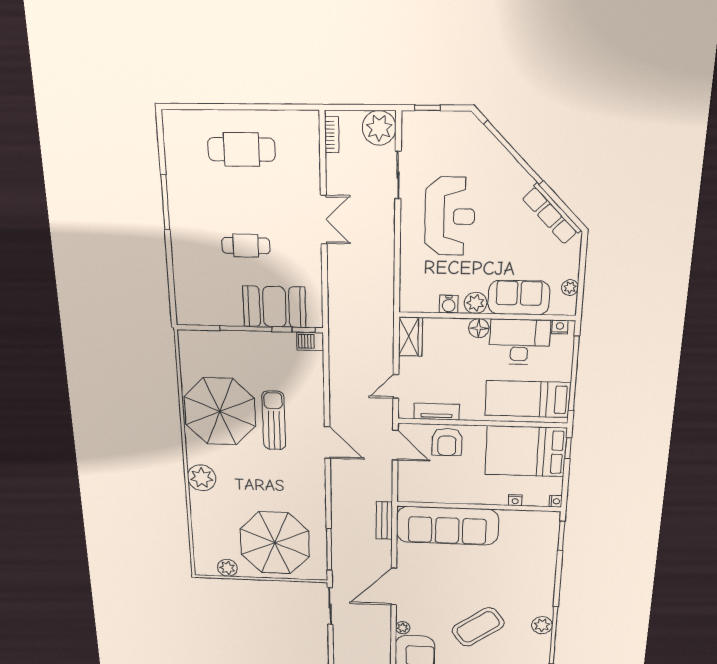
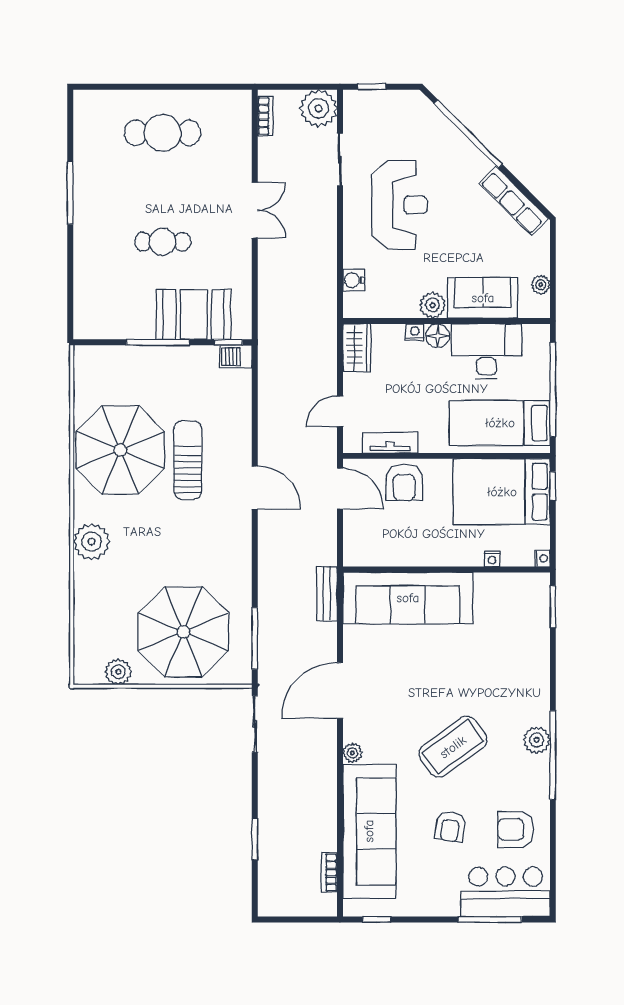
water cooler: (449, 304) -> (354, 280), moved, turned 90
nightstand: (560, 327) -> (415, 332), moved

